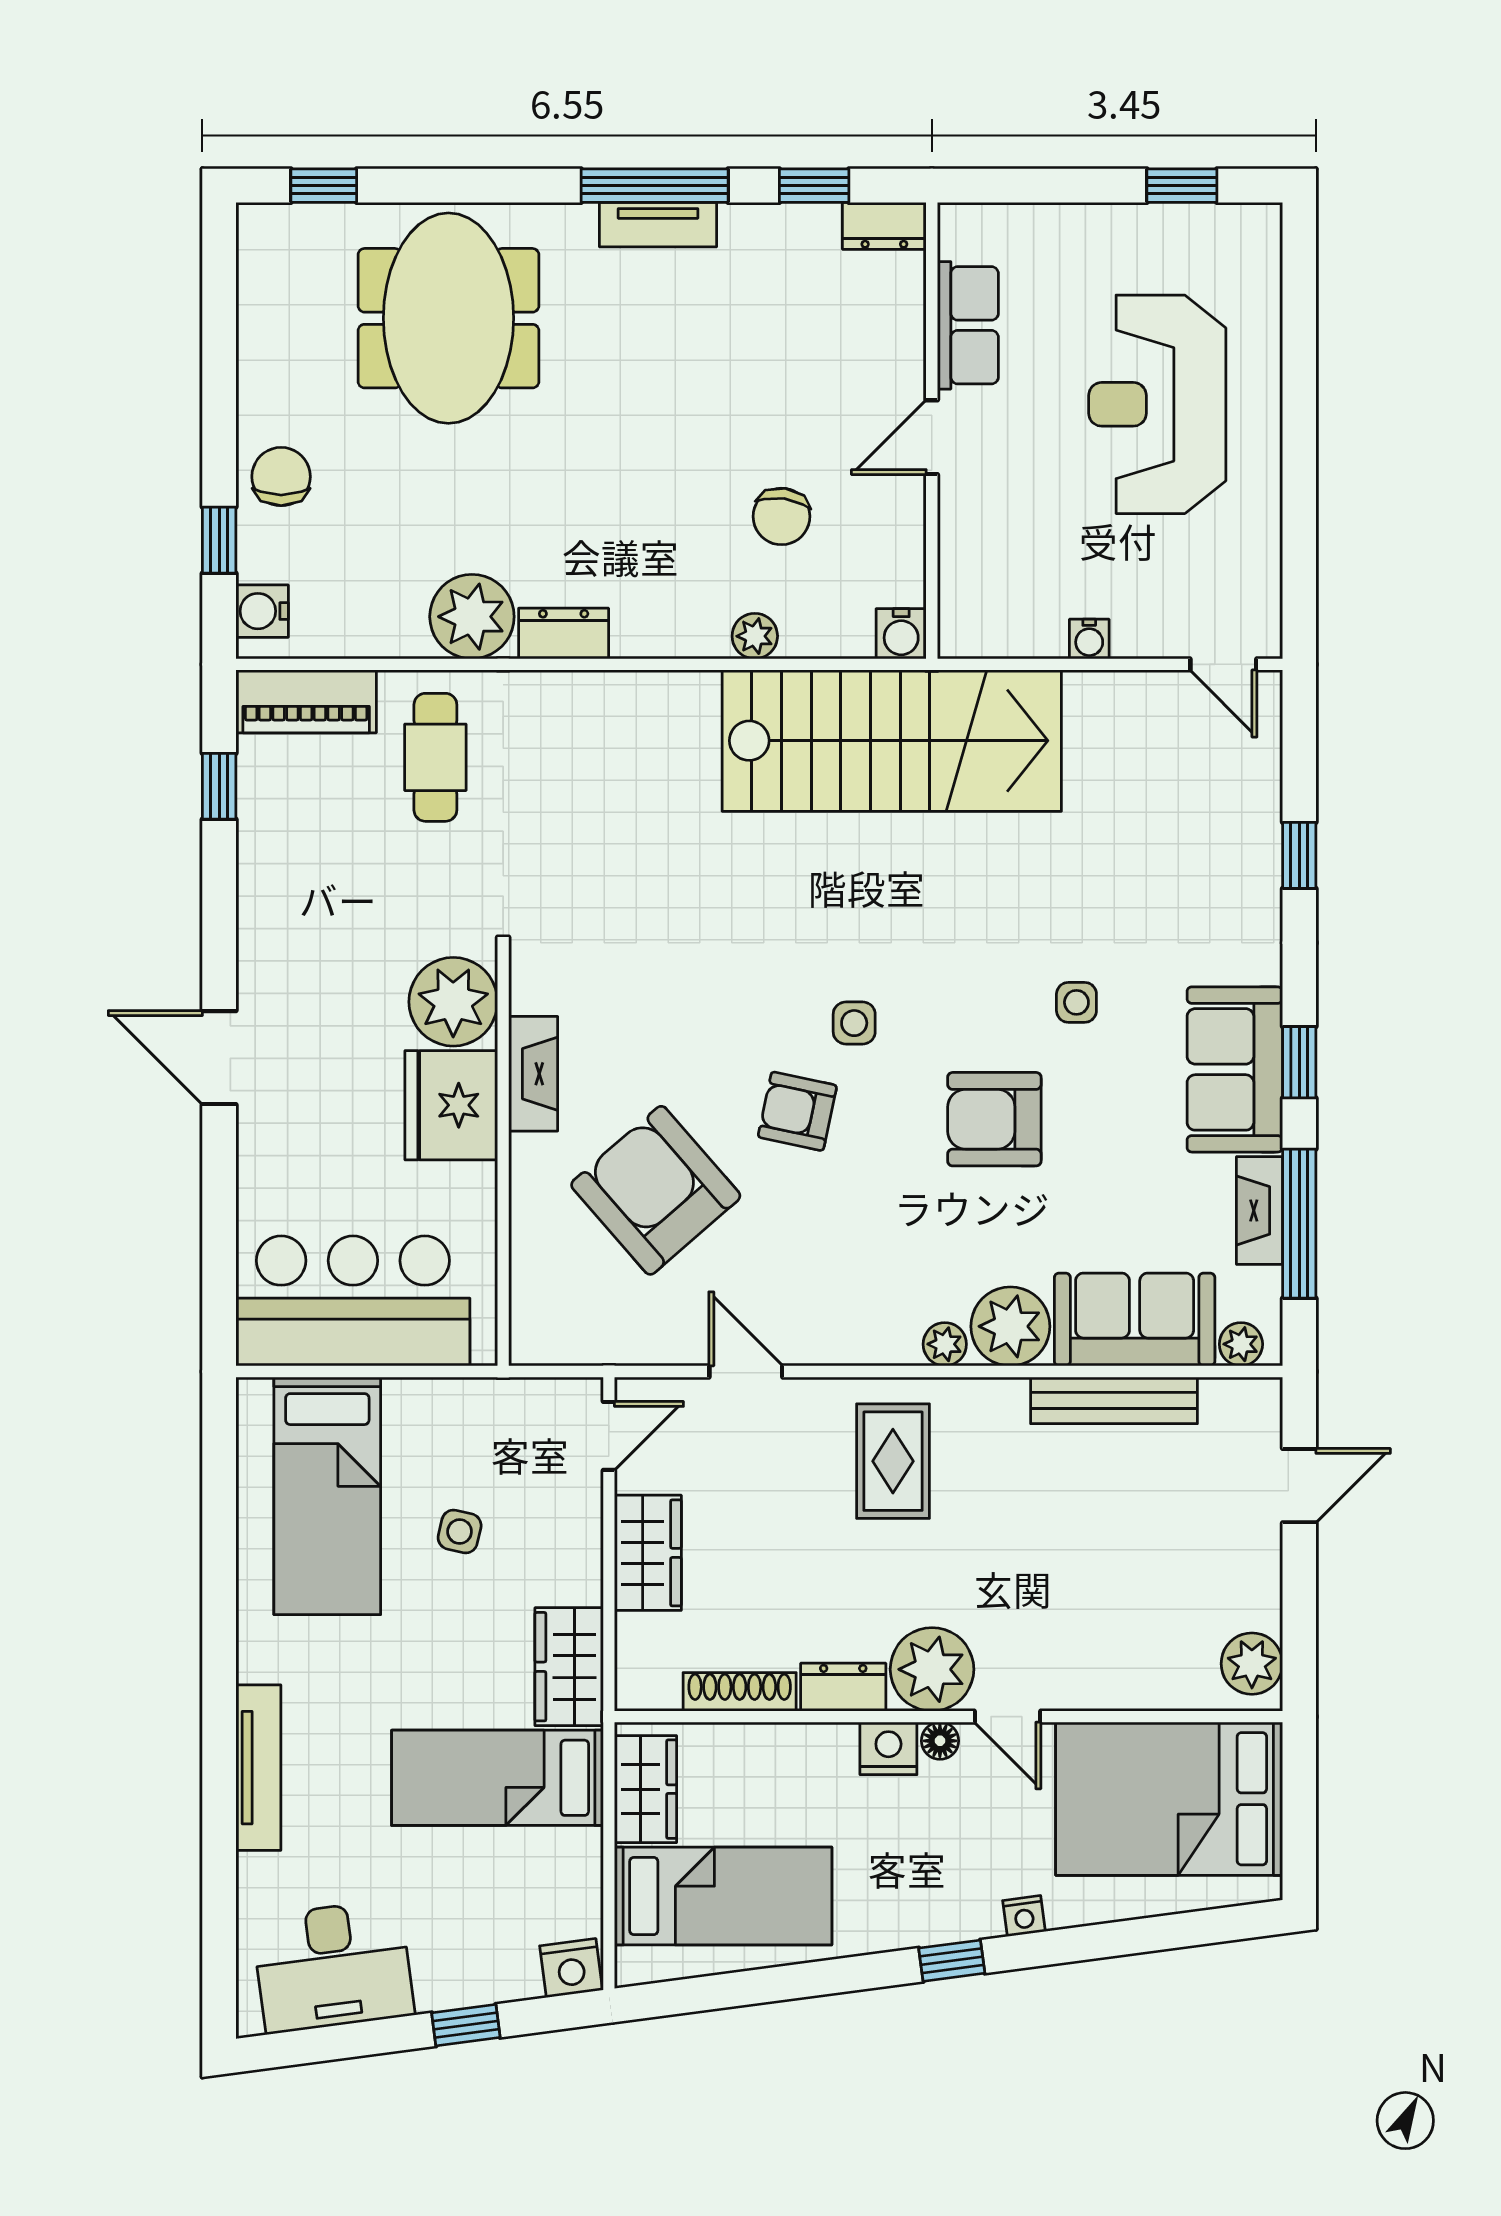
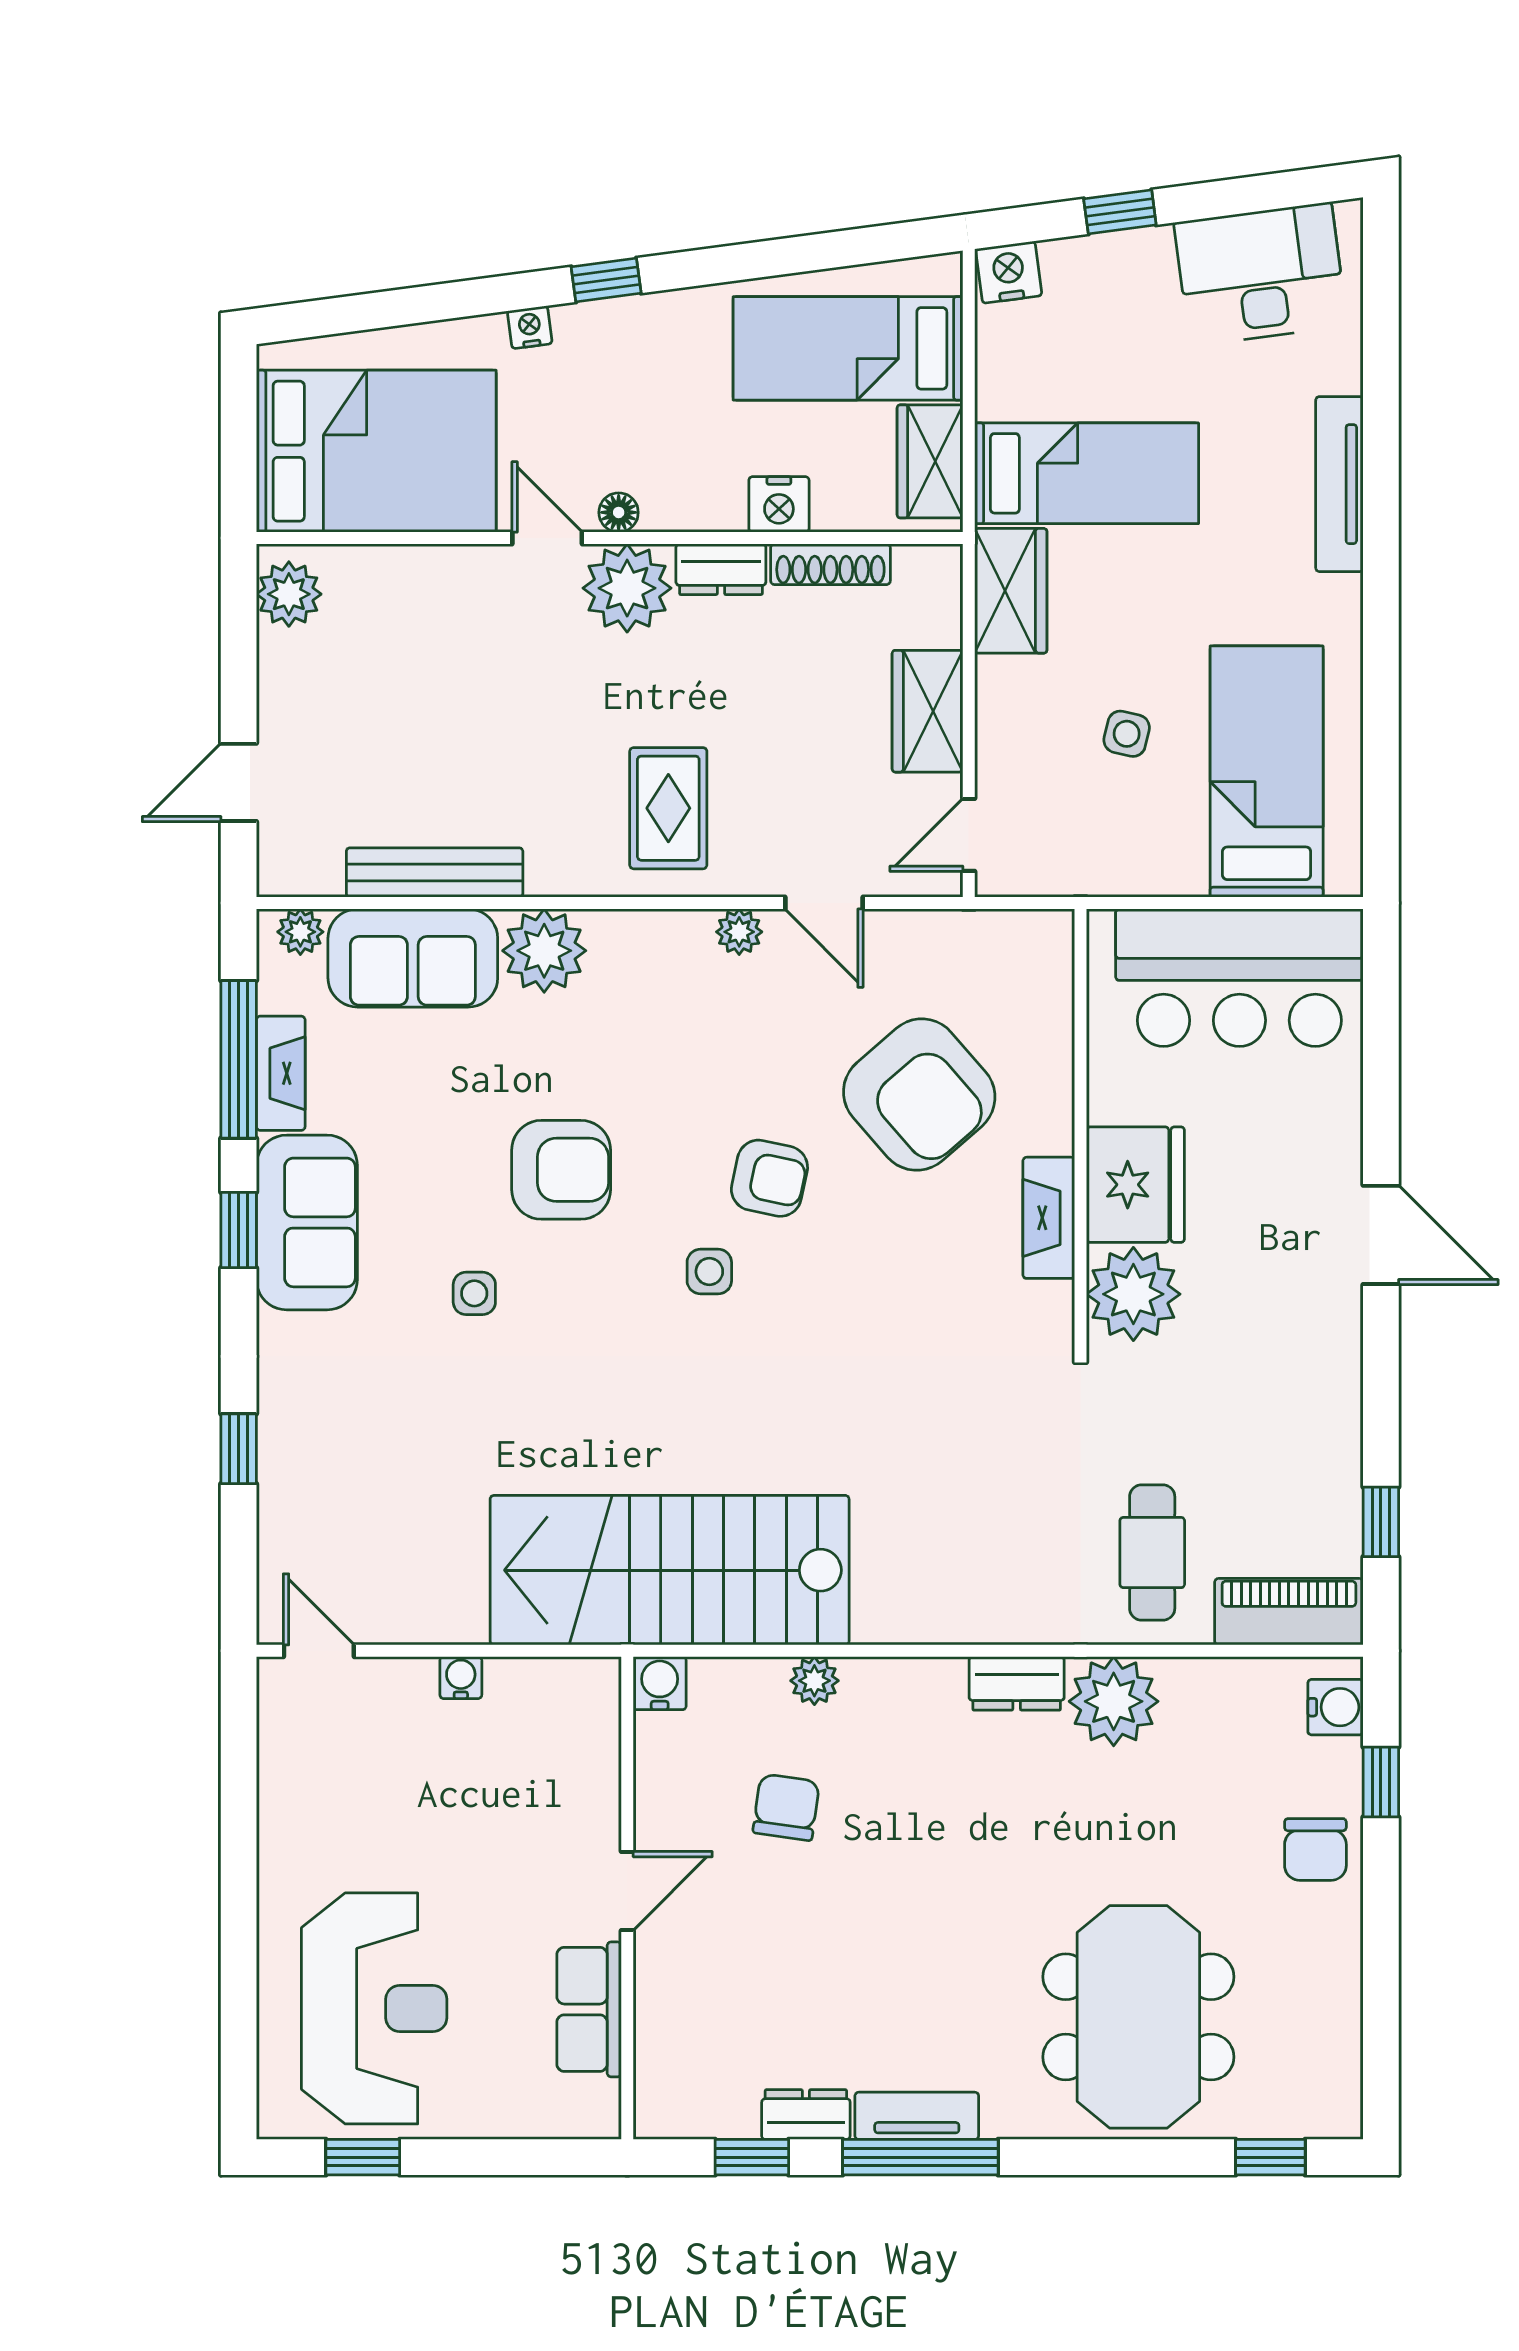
dresser: (884, 226) -> (806, 2115), moved
reception desk: (1157, 404) -> (374, 2008), moved
plant: (945, 1344) -> (739, 932), moved
nightstand: (888, 1748) -> (779, 504), moved

